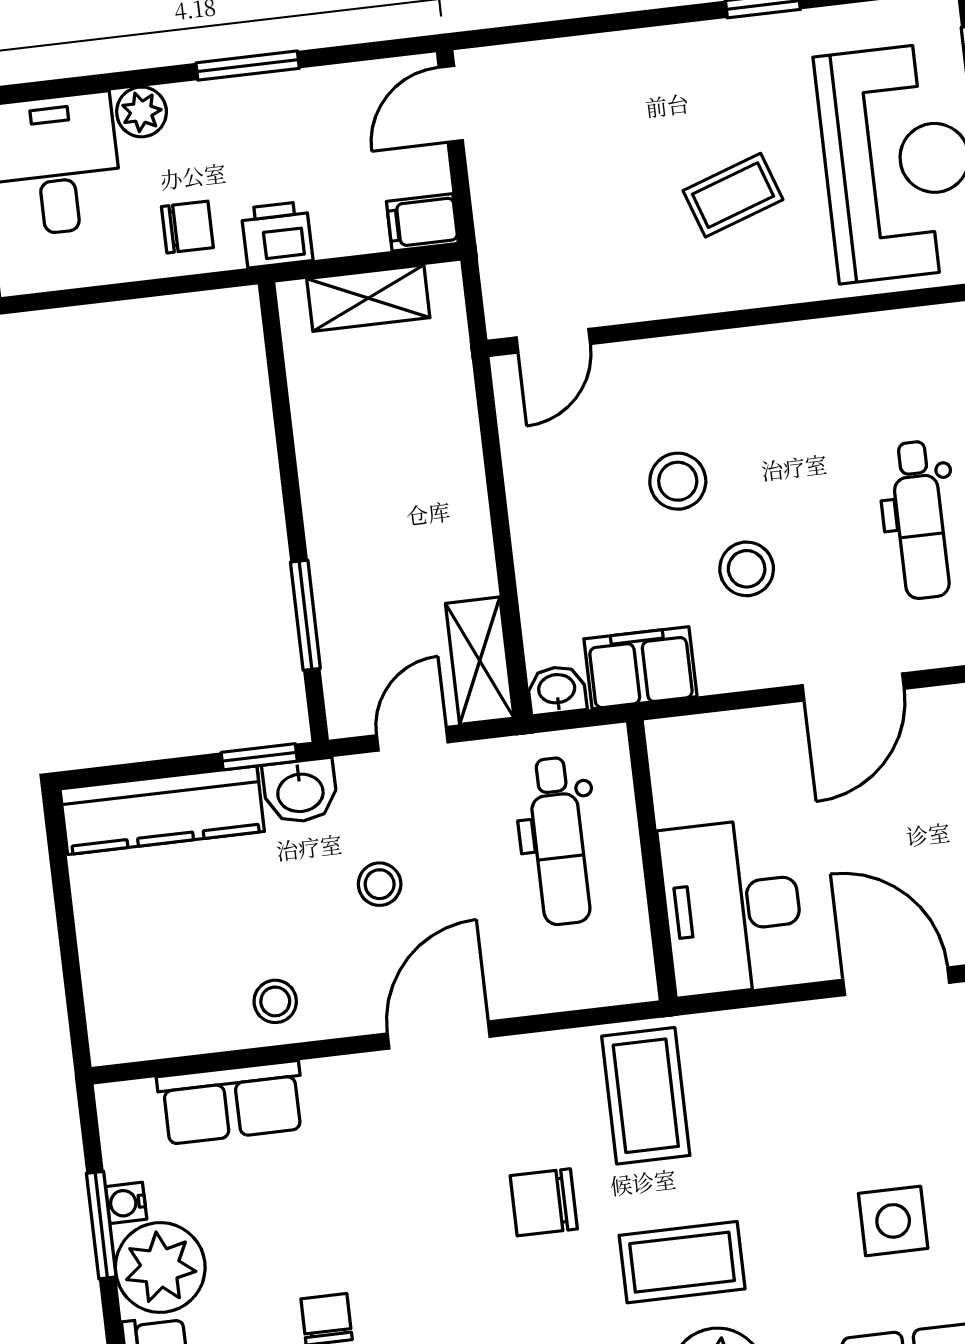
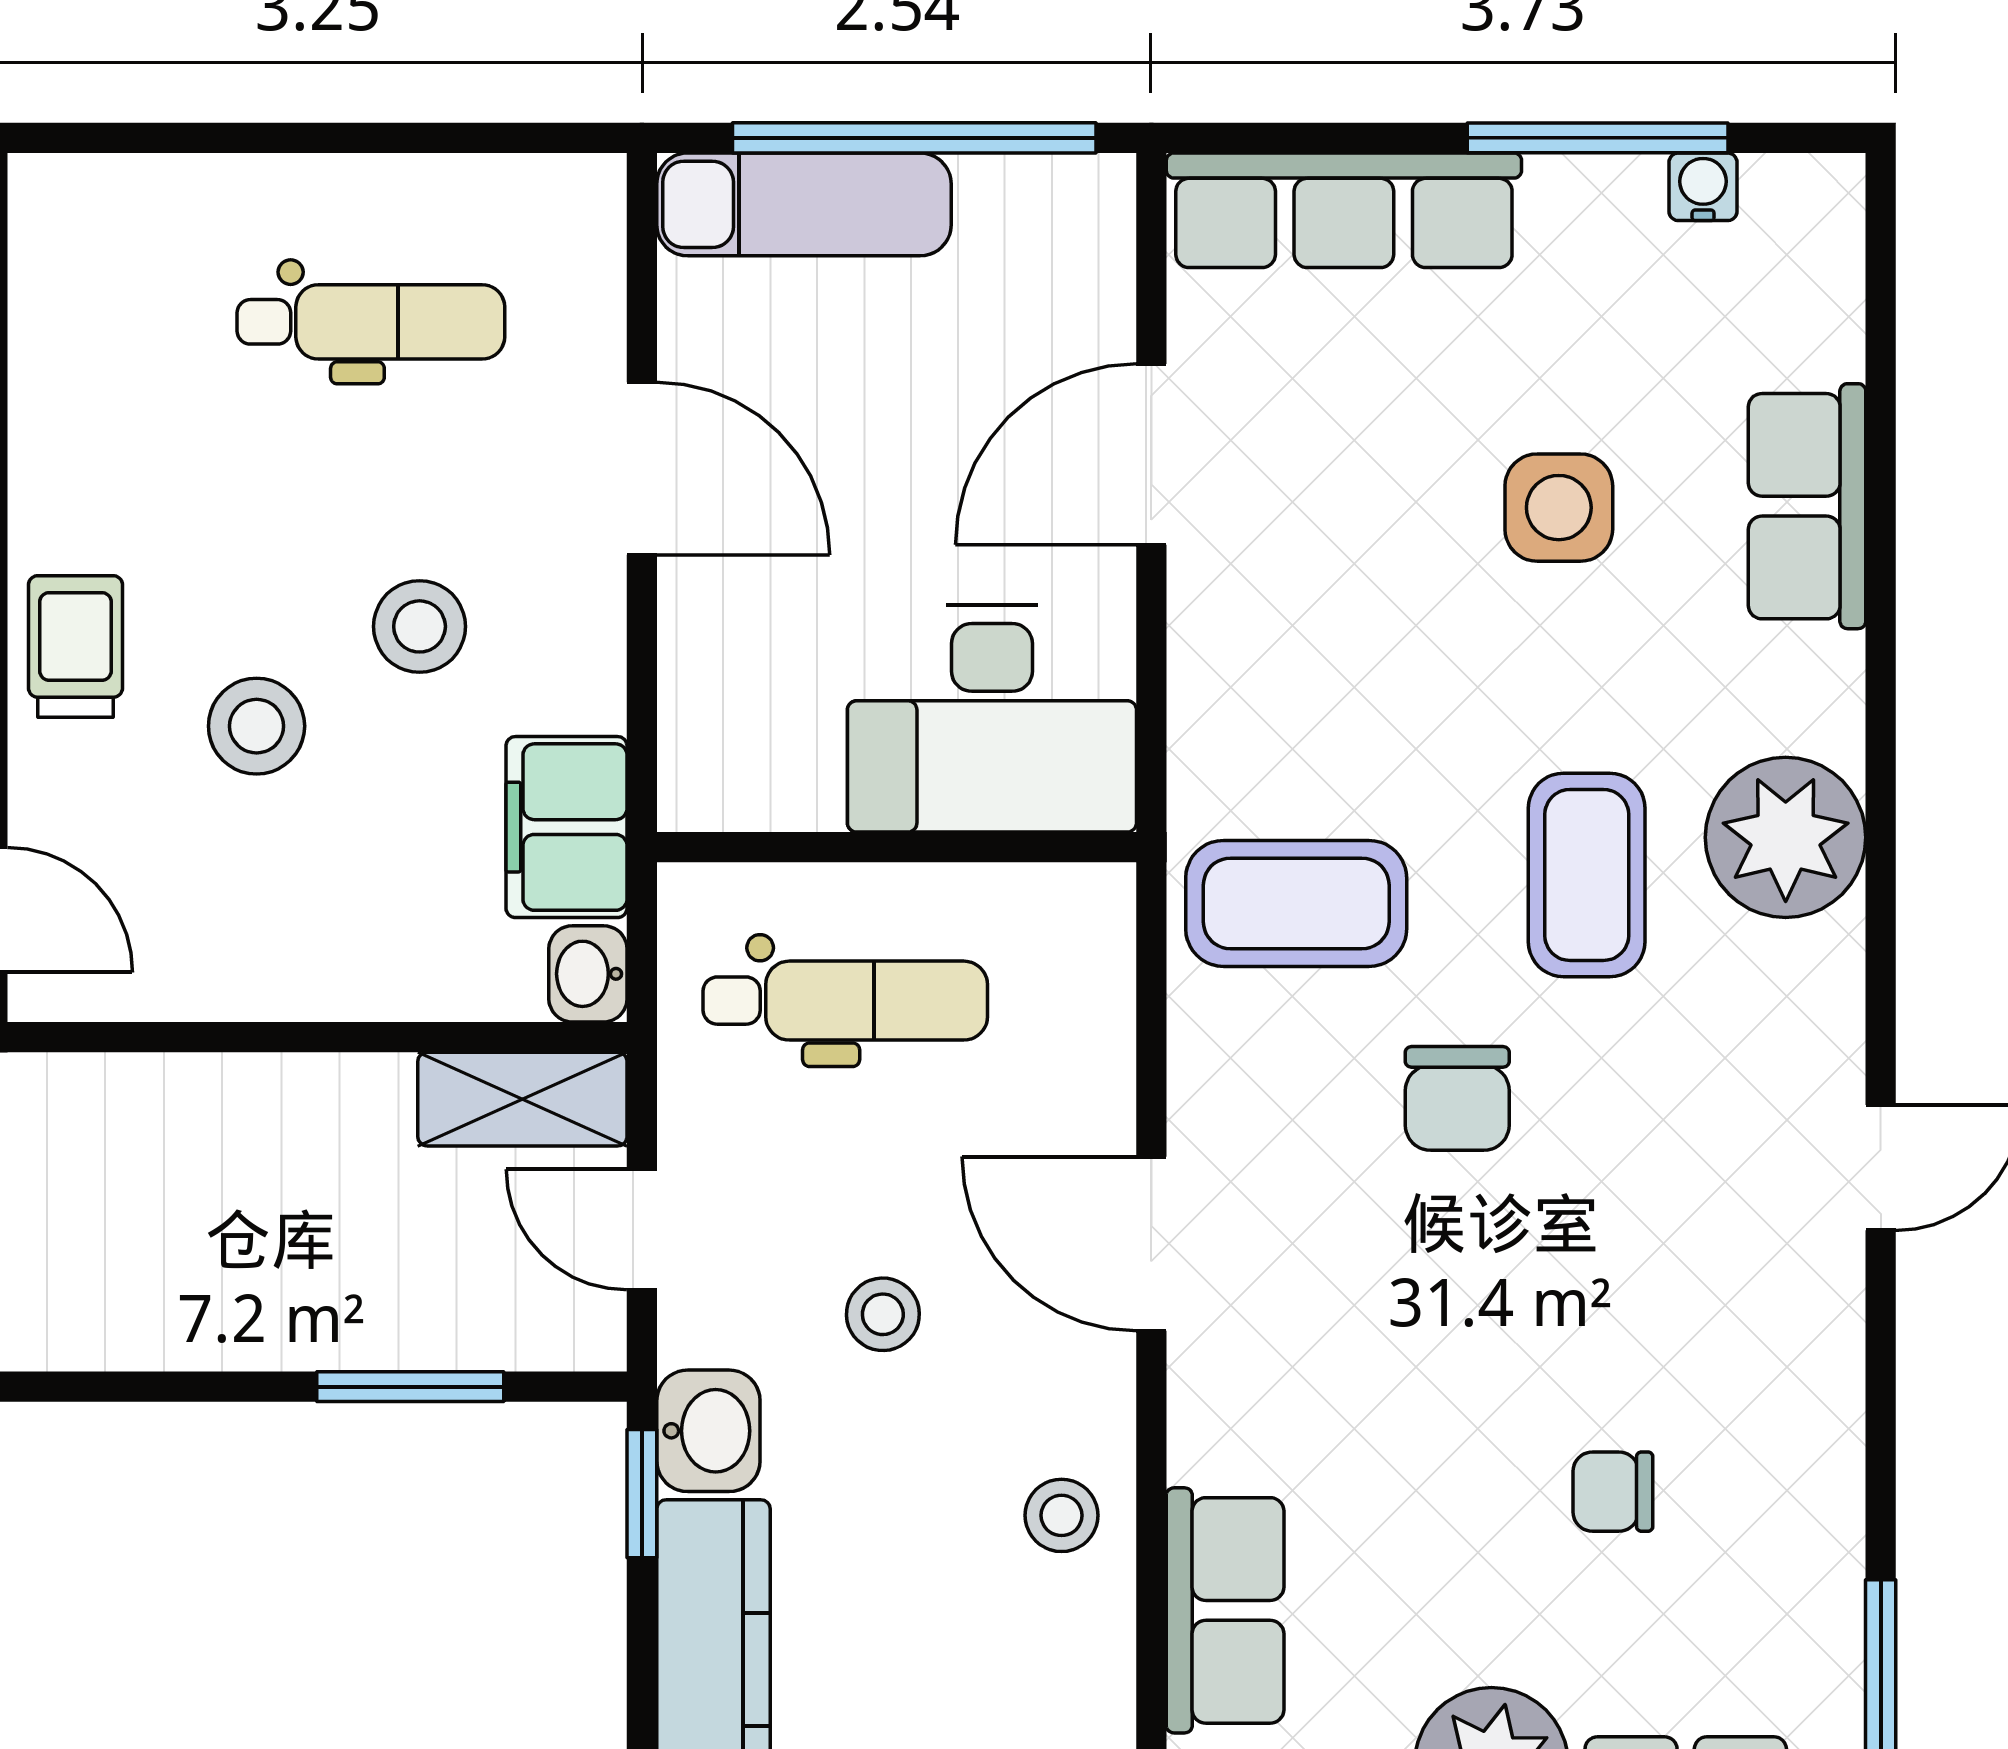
trolley: (712, 371) -> (75, 646), added

